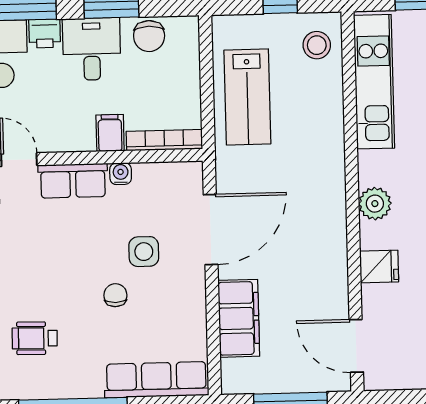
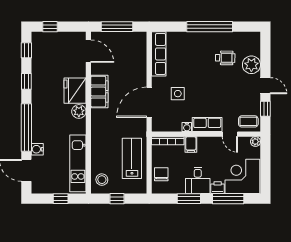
chair: (149, 36) -> (161, 174), moved
fridge: (379, 267) -> (75, 91), width x1.88, depth x1.34
chair: (115, 295) -> (190, 75), removed
filing cabinet: (239, 318) -> (99, 92), moved, turned 180
row of seats: (156, 380) -> (159, 54), moved, turned -90

